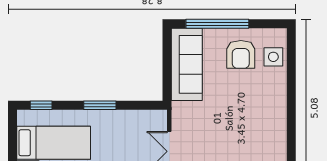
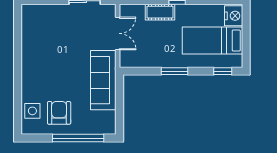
sofa: (187, 64) -> (103, 80), moved

